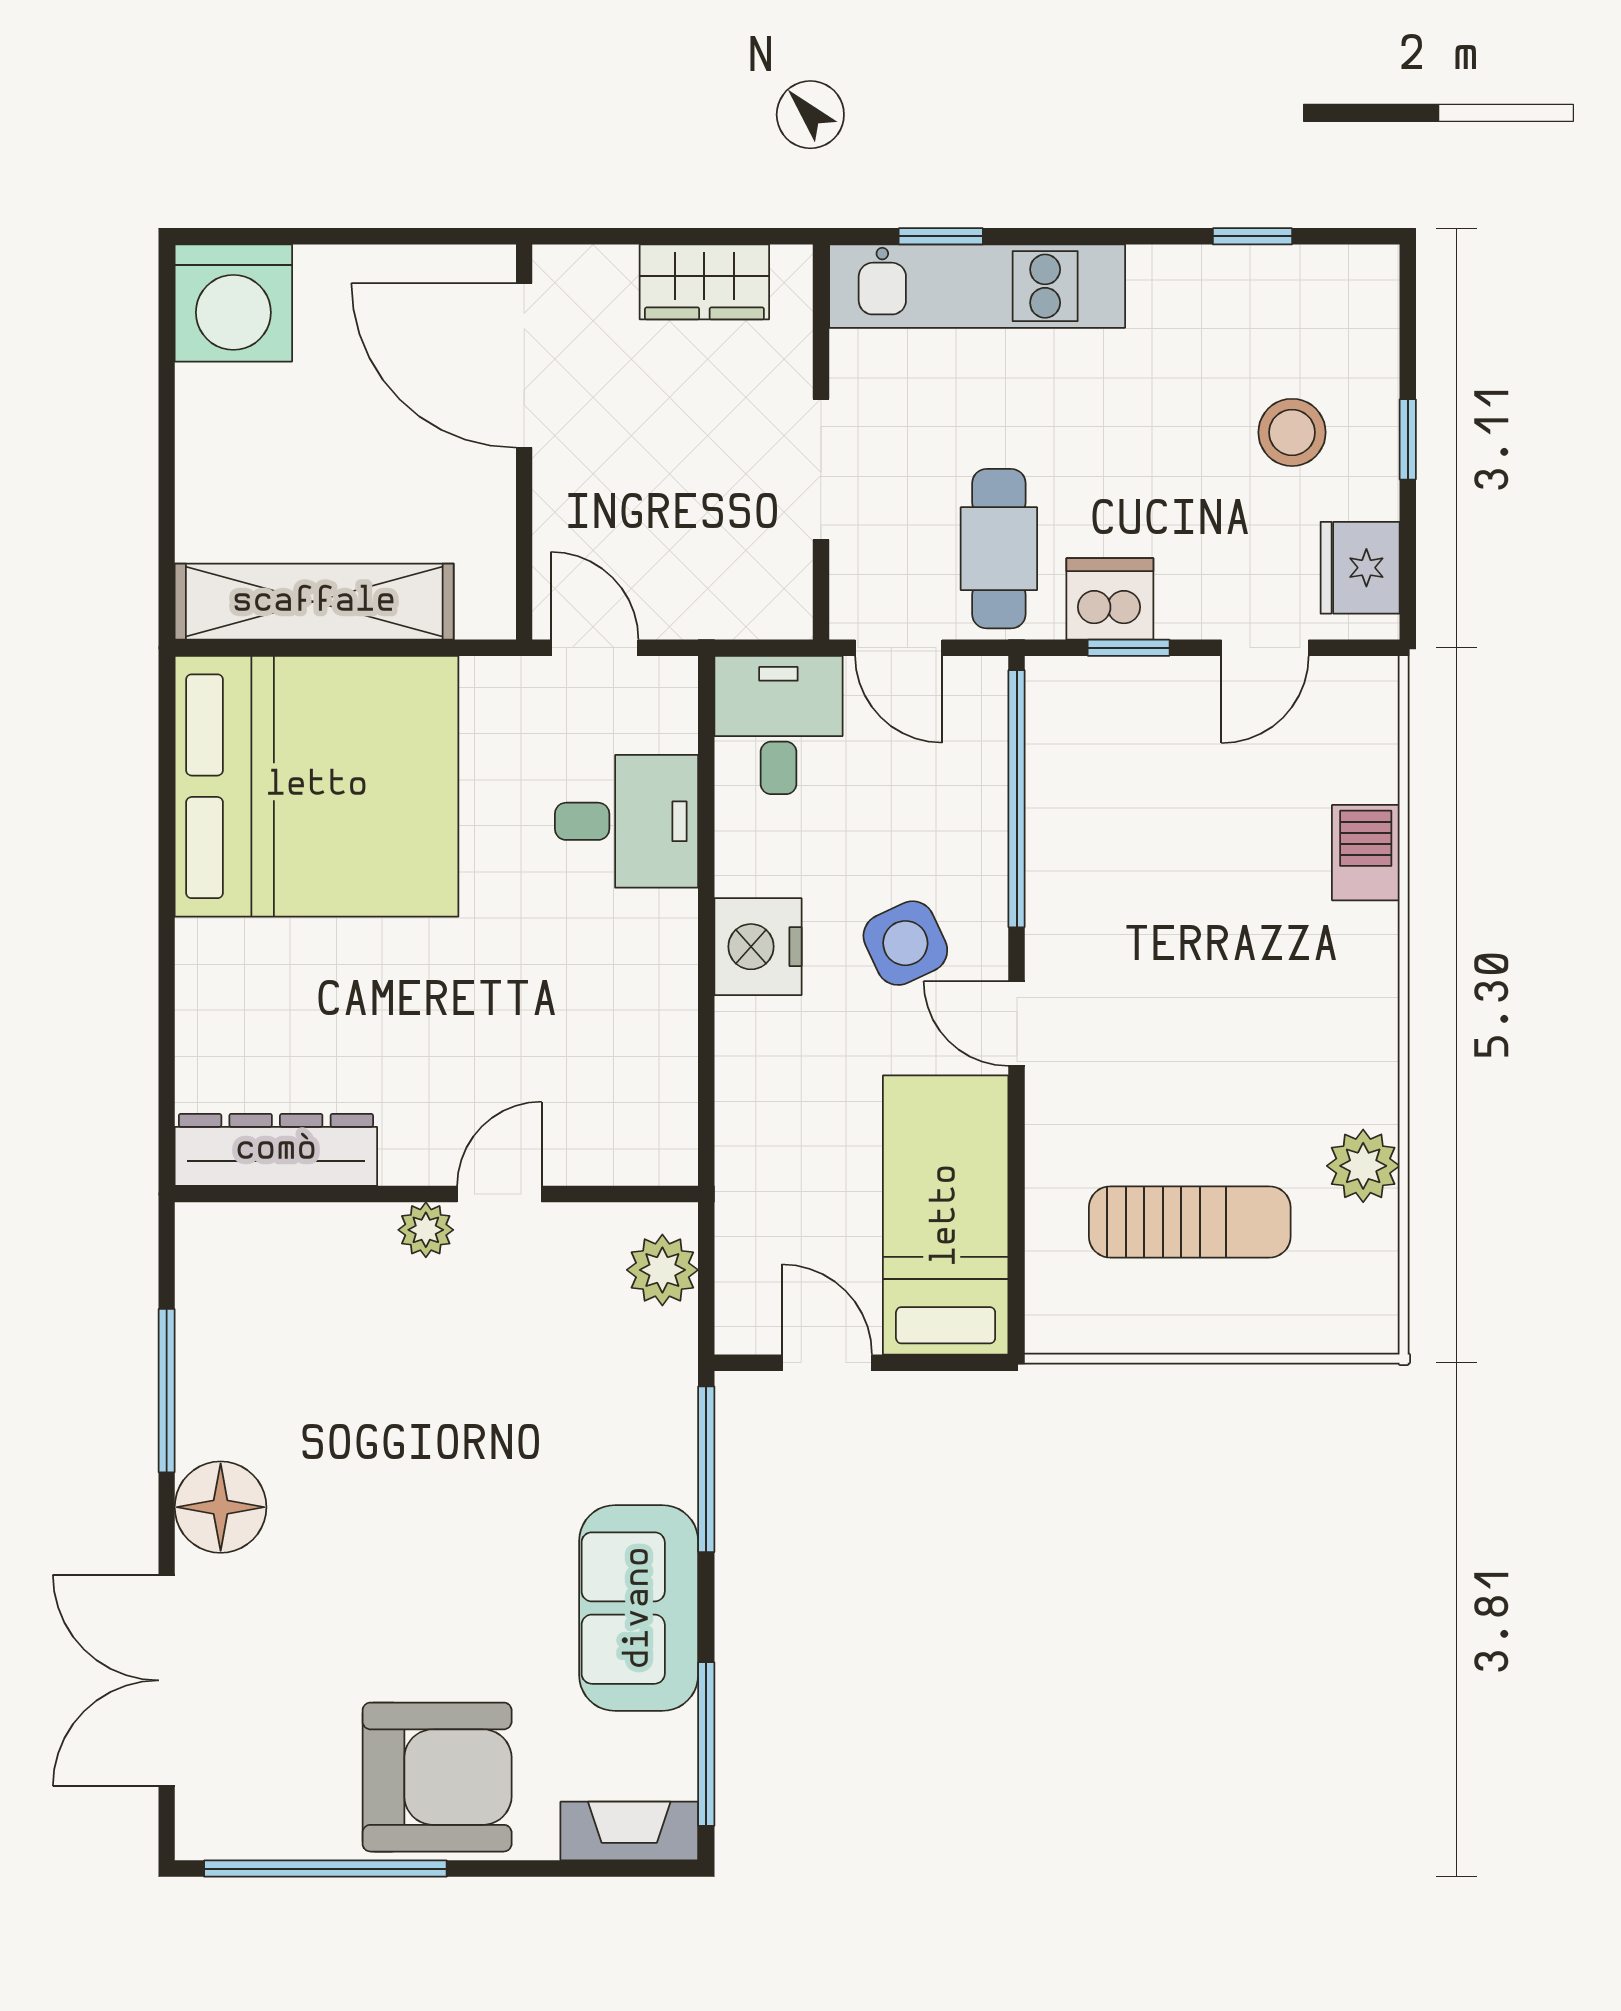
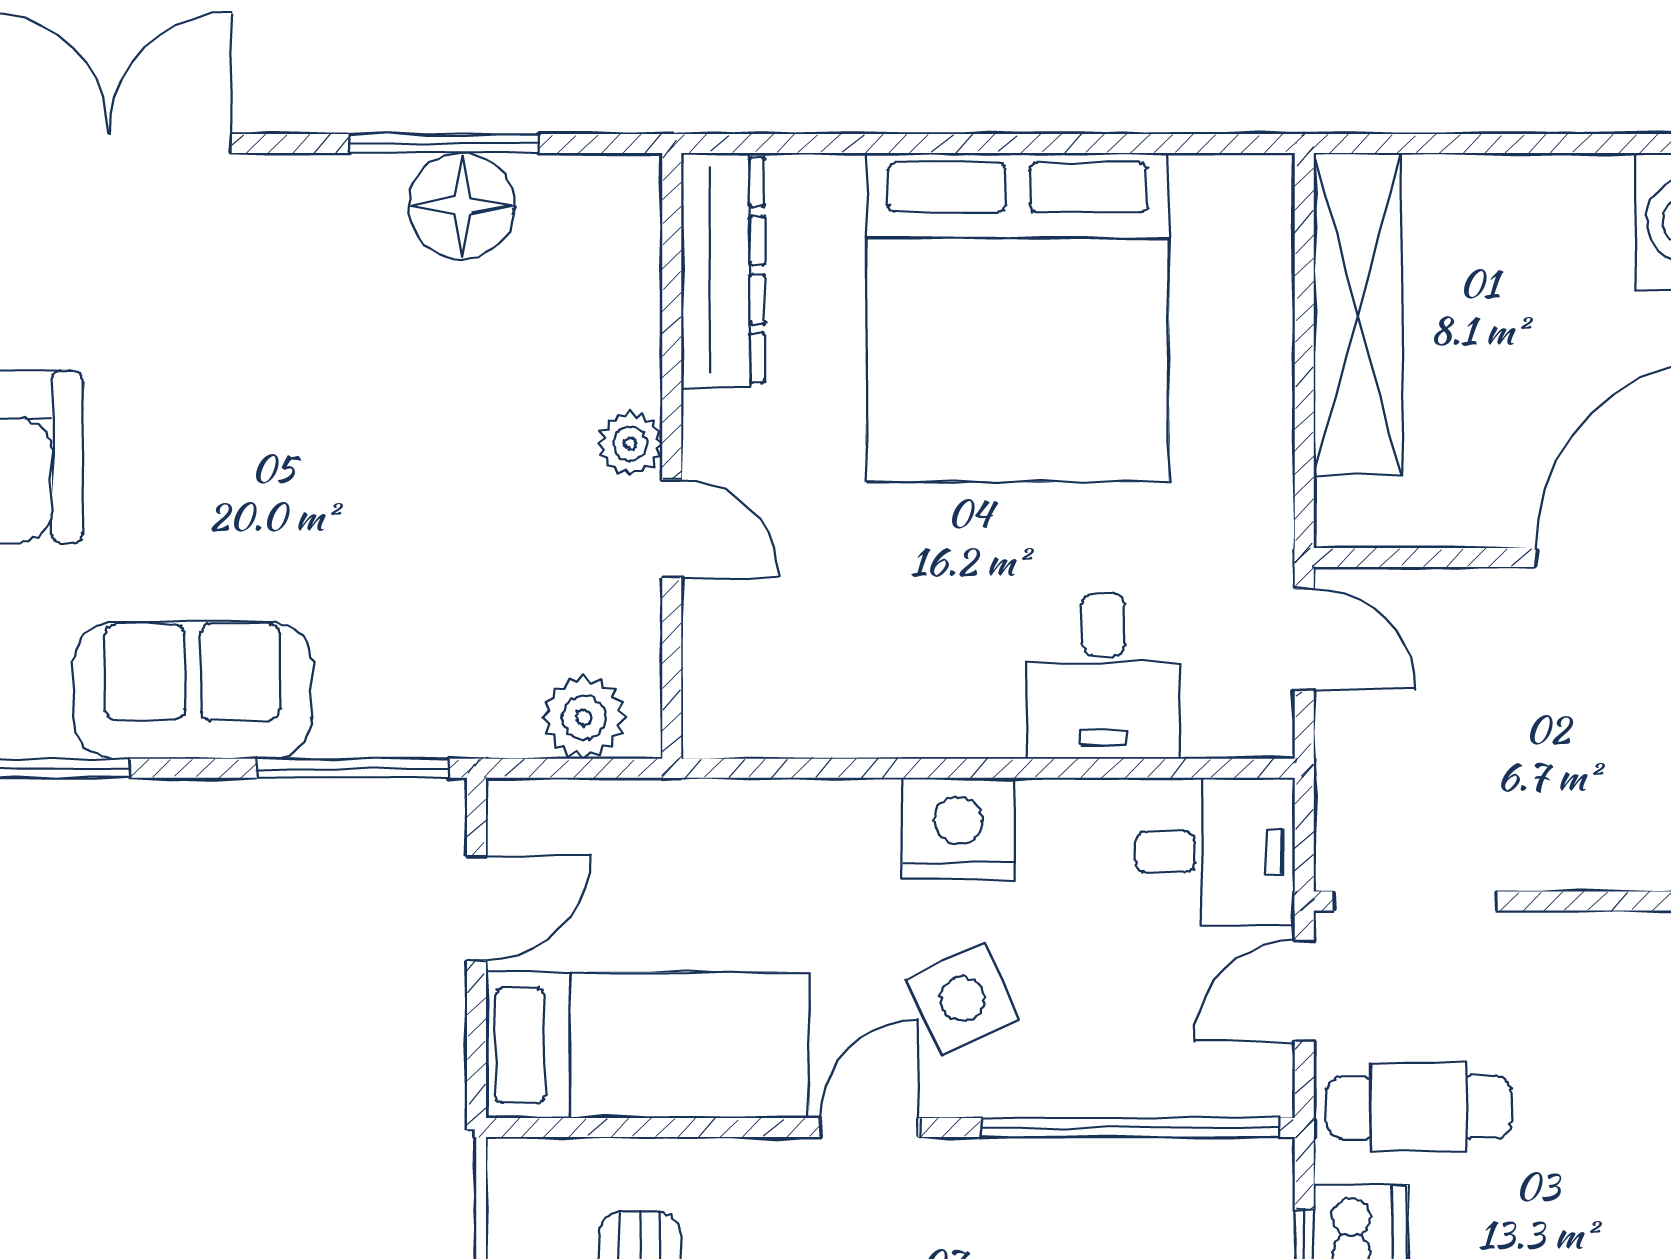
doorway: (821, 469) -> (1415, 901), moved
door: (595, 648) -> (1304, 639), hinge flipped
bed: (317, 786) -> (1017, 317), moved
floor lamp: (221, 1507) -> (462, 206), moved

